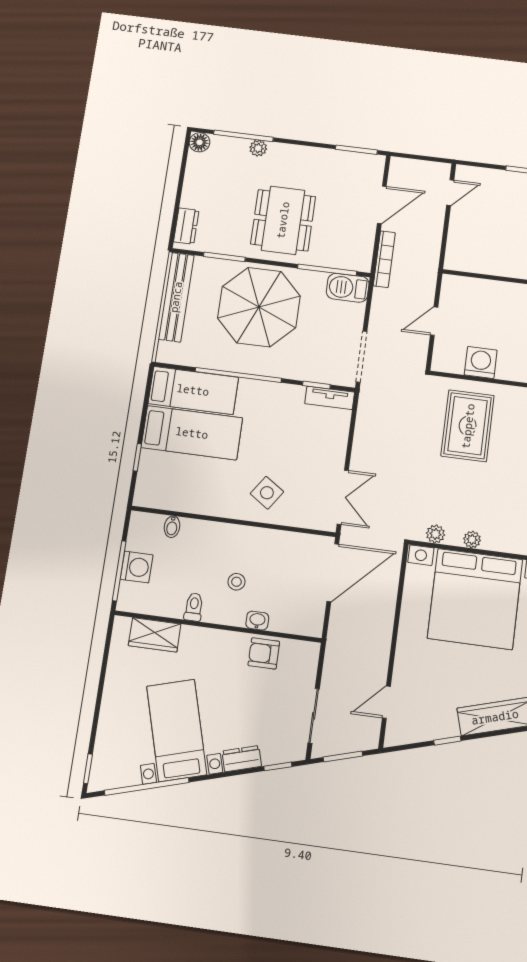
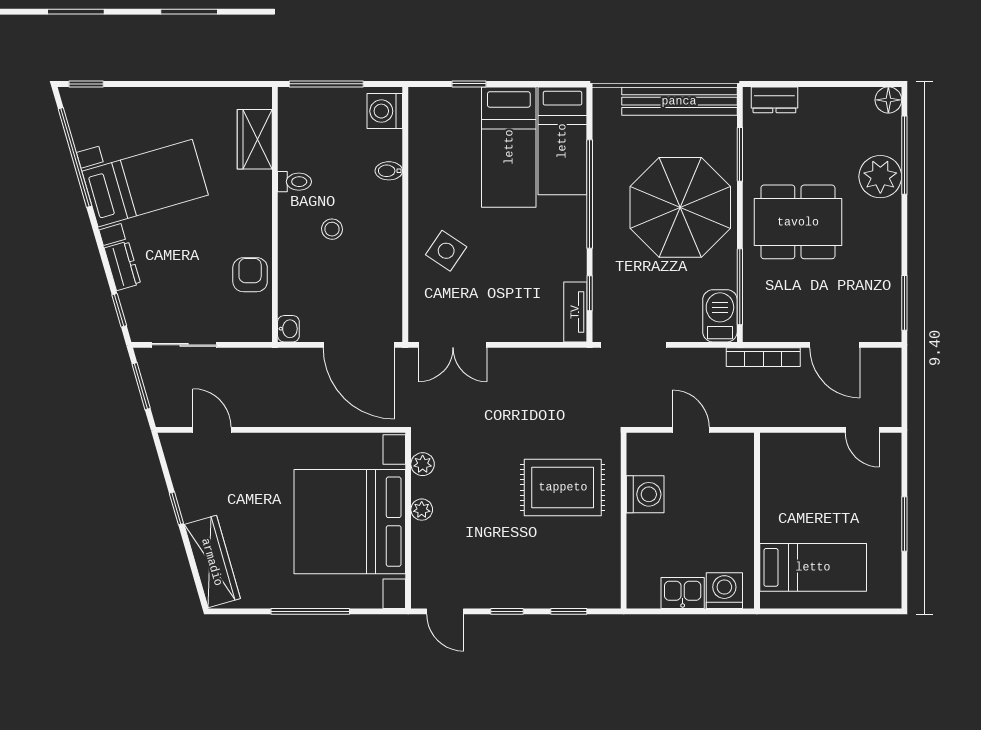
plant: (258, 148) -> (880, 177), width x1.88, depth x1.88
bidet: (172, 527) -> (389, 171), moved
washing machine: (137, 567) -> (385, 111), moved, turned 90
washbasin: (257, 621) -> (288, 329), moved

